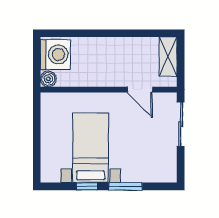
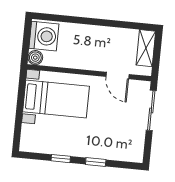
bed with nightstands: (90, 148) -> (56, 99), moved, turned 90
window: (125, 186) -> (96, 162), width x0.67

